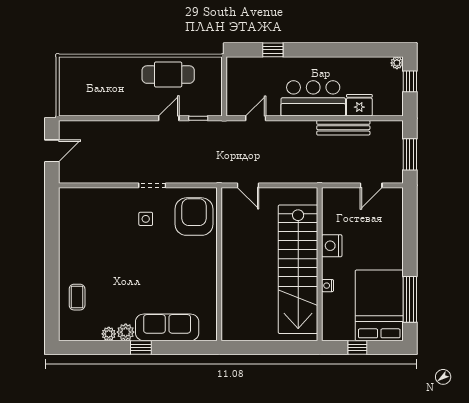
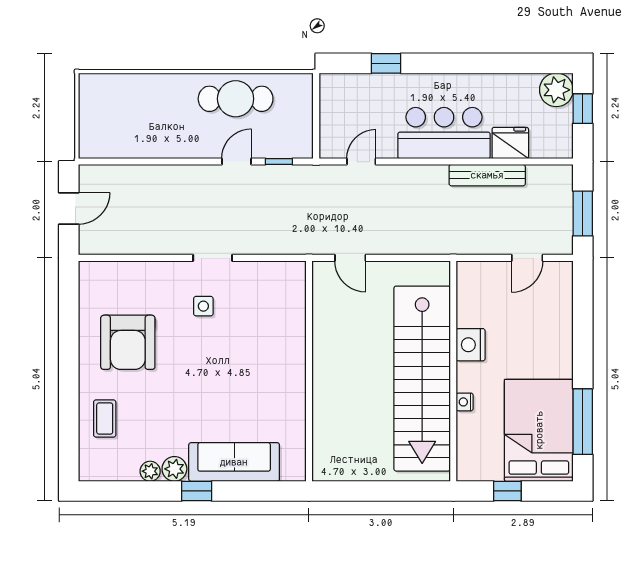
plant: (397, 63) -> (556, 90), width x1.87, depth x1.87
armchair: (194, 217) -> (128, 342), moved, turned 180

